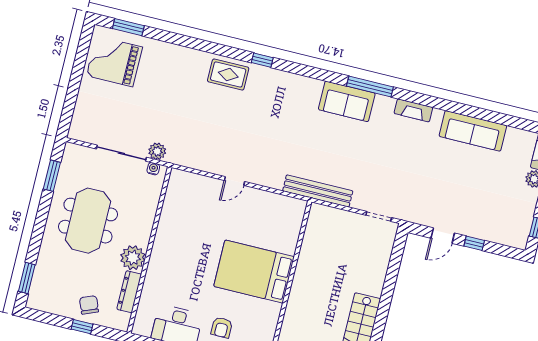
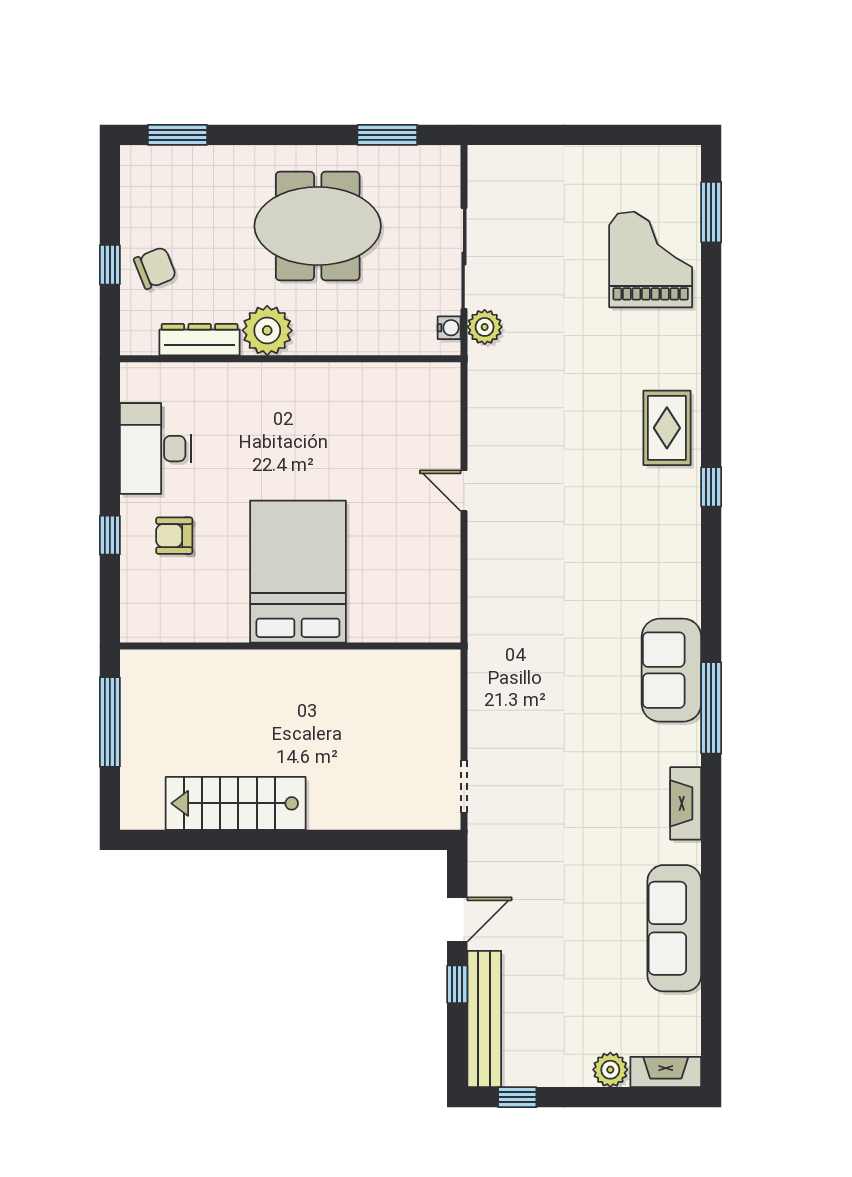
grand piano: (114, 61) -> (651, 259), moved
bench: (318, 191) -> (484, 1019), moved
door: (443, 236) -> (457, 919), swing flipped

